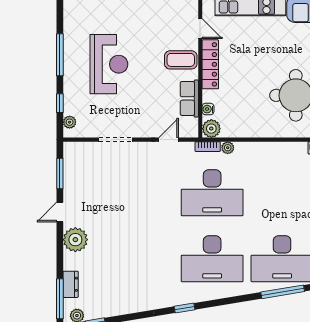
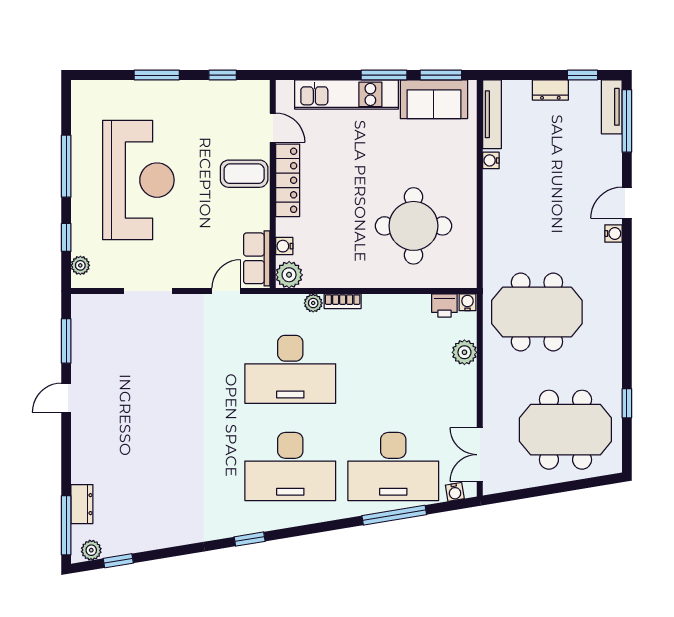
reception desk: (109, 64) -> (138, 180), width x1.36, depth x1.30
row of seats: (189, 98) -> (257, 258), moved
bookcase: (208, 147) -> (343, 301), moved
plant: (75, 240) -> (89, 438), removed

